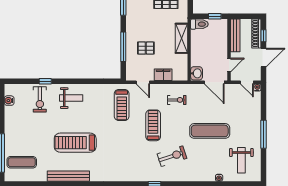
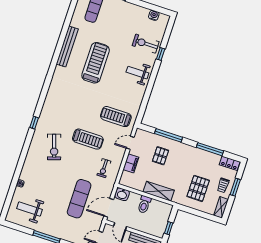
toilet: (199, 24) -> (144, 204), moved
weight bench: (71, 98) -> (137, 73), turned 90
exercise mat: (210, 131) -> (79, 199), moved

